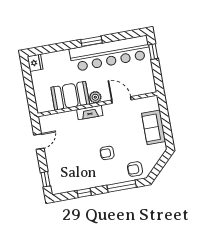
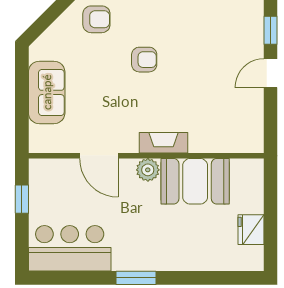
window: (153, 52) -> (22, 199), moved
bar counter: (110, 54) -> (70, 248), width x0.54
fridge: (35, 63) -> (251, 230), moved
door: (39, 142) -> (271, 73), moved

